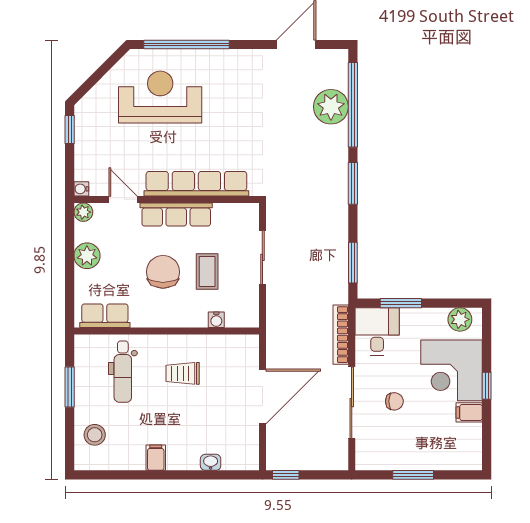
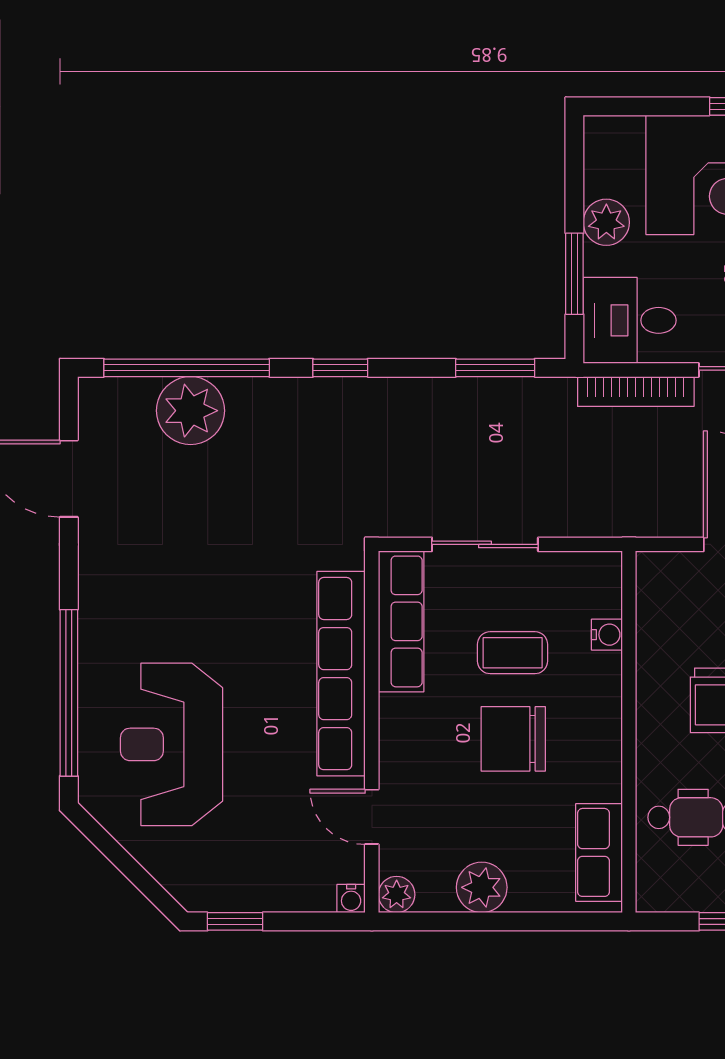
window: (353, 183) -> (340, 368), width x0.67
door: (123, 199) -> (372, 817), hinge flipped
row of seats: (176, 214) -> (401, 621), moved
plant: (460, 319) -> (606, 222), moved

